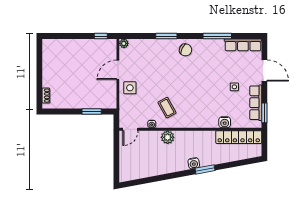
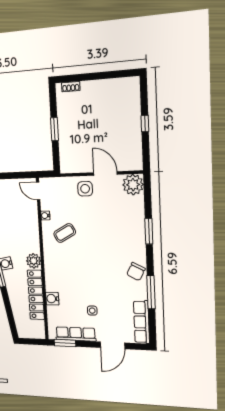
window: (101, 36) -> (145, 124), moved
plant: (124, 43) -> (133, 185), width x1.88, depth x1.88
chair: (185, 50) -> (136, 272), moved
window: (92, 111) -> (55, 129), moved
plant: (168, 137) -> (34, 261), moved
locker: (239, 137) -> (36, 295), moved

